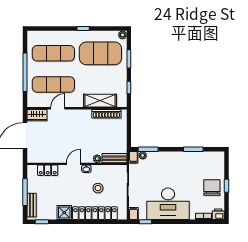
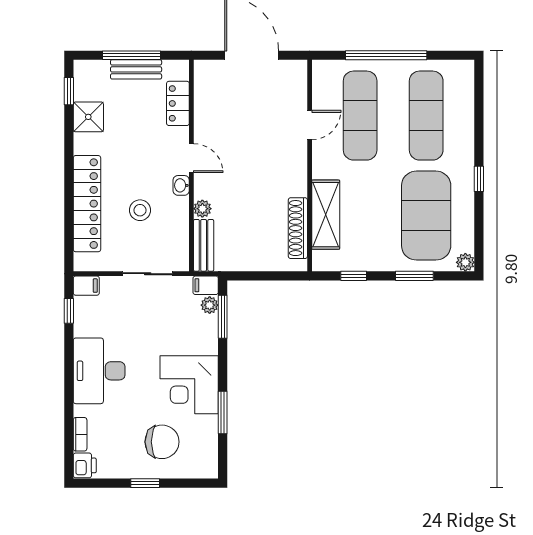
door: (58, 108) -> (310, 125), hinge flipped
wardrobe: (37, 115) -> (295, 81), removed
corner desk: (180, 165) -> (189, 385), added
chair: (212, 188) -> (162, 442), moved
desk: (168, 204) -> (99, 371), width x0.73, depth x0.77
bench: (32, 205) -> (136, 69), moved
shower: (64, 212) -> (88, 117), moved

